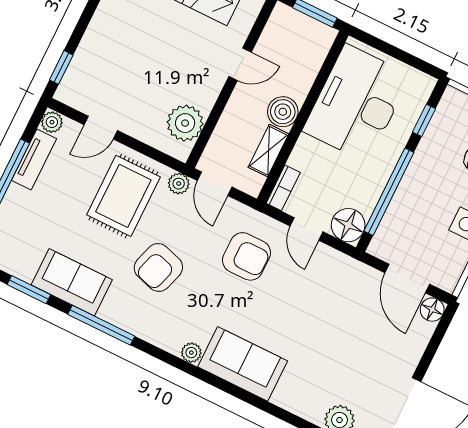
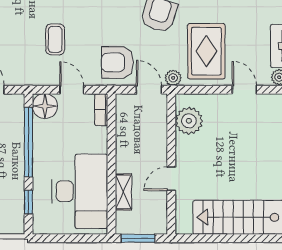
boiler: (283, 112) -> (127, 161), removed
door: (101, 128) -> (244, 90), hinge flipped
shelving: (268, 151) -> (123, 192), moved
armchair: (246, 256) -> (117, 62), moved
coffee table: (297, 299) -> (55, 39), added

